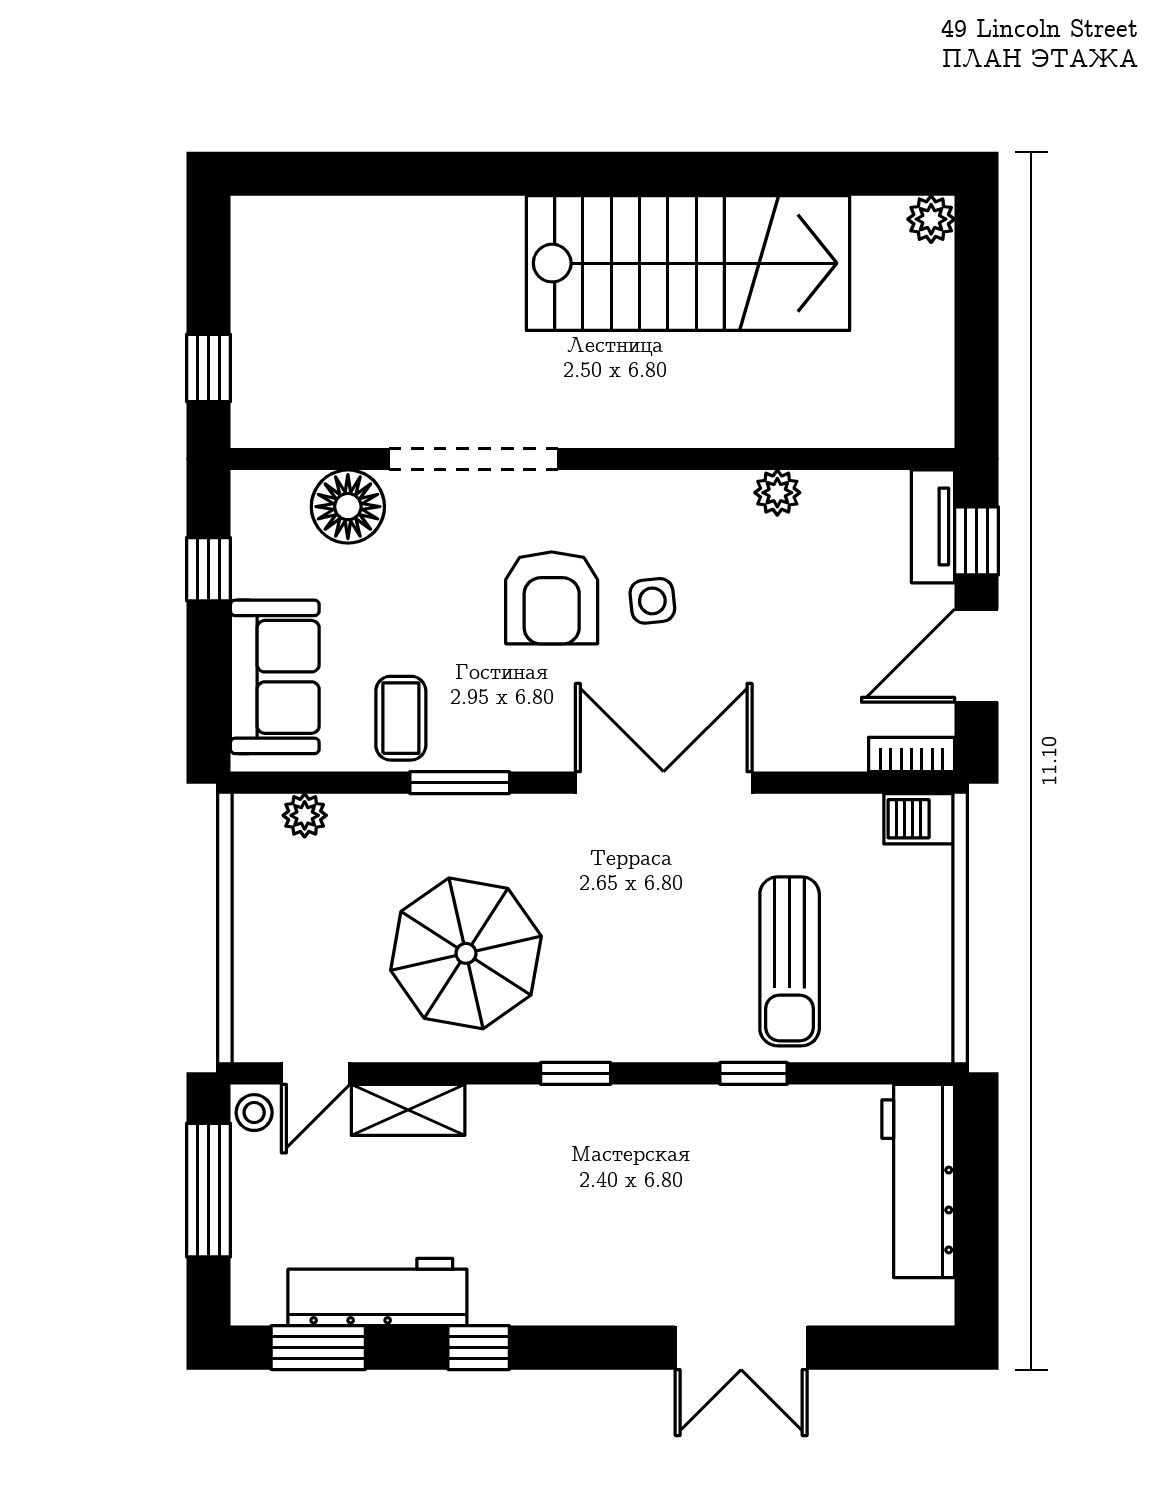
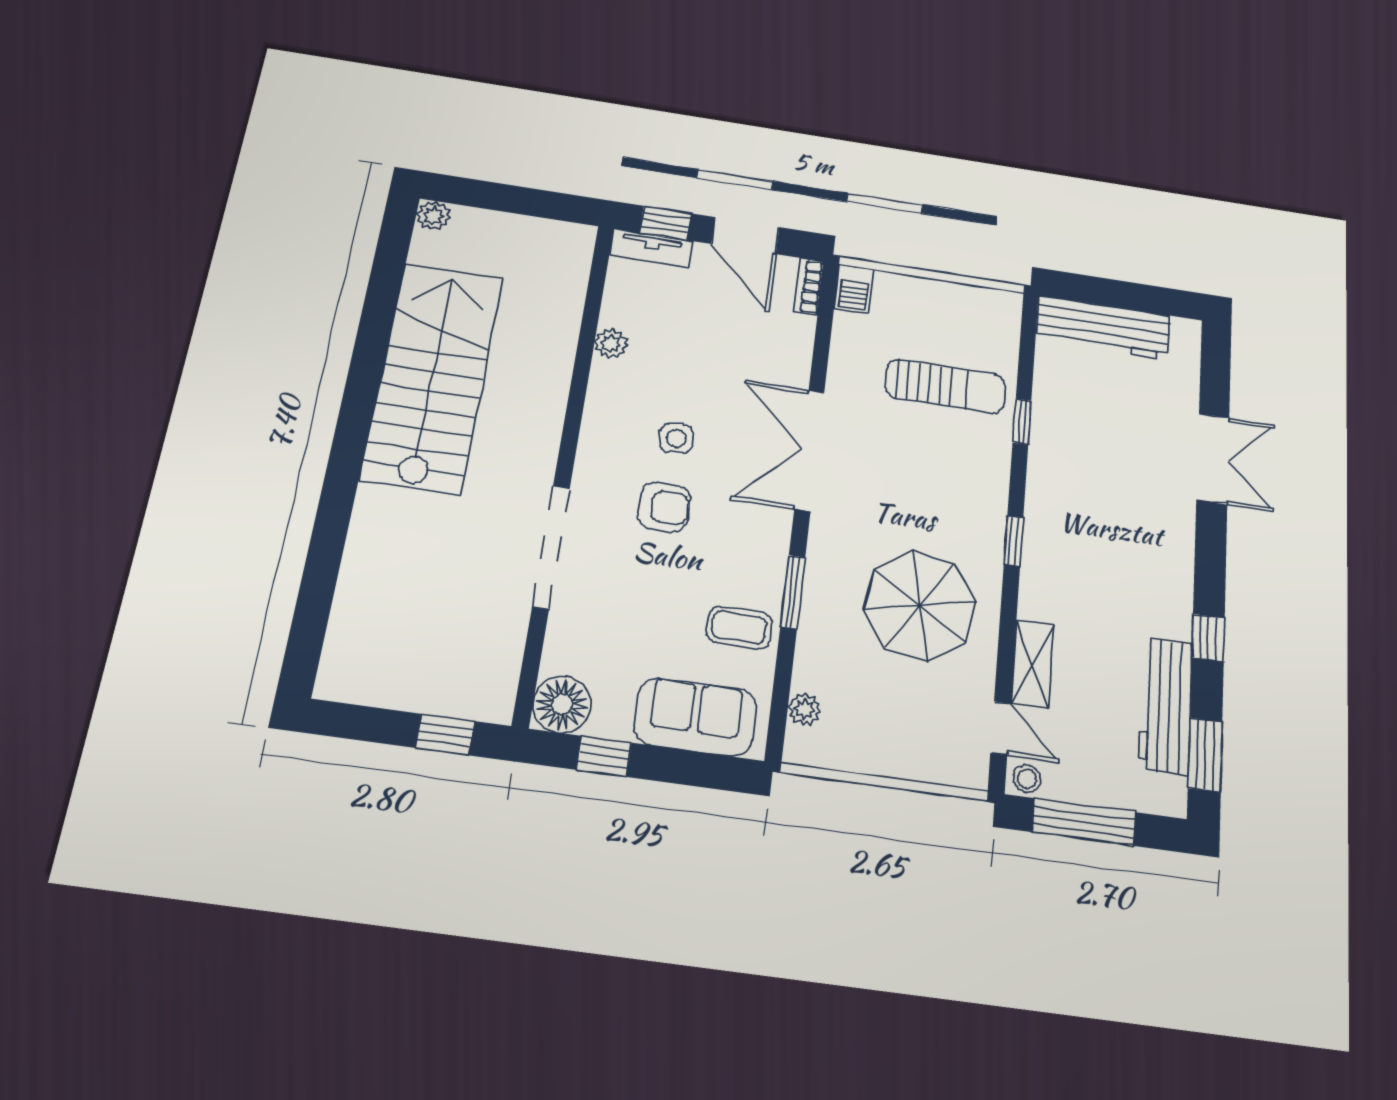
floor lamp: (348, 507) -> (562, 704), moved
armchair: (552, 598) -> (664, 507), width x0.72, depth x0.72

